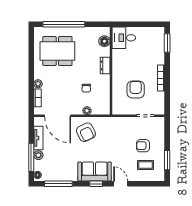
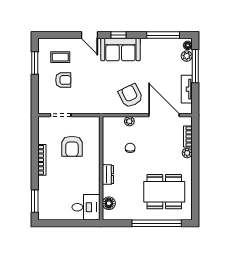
plant: (38, 155) -> (187, 56), moved

